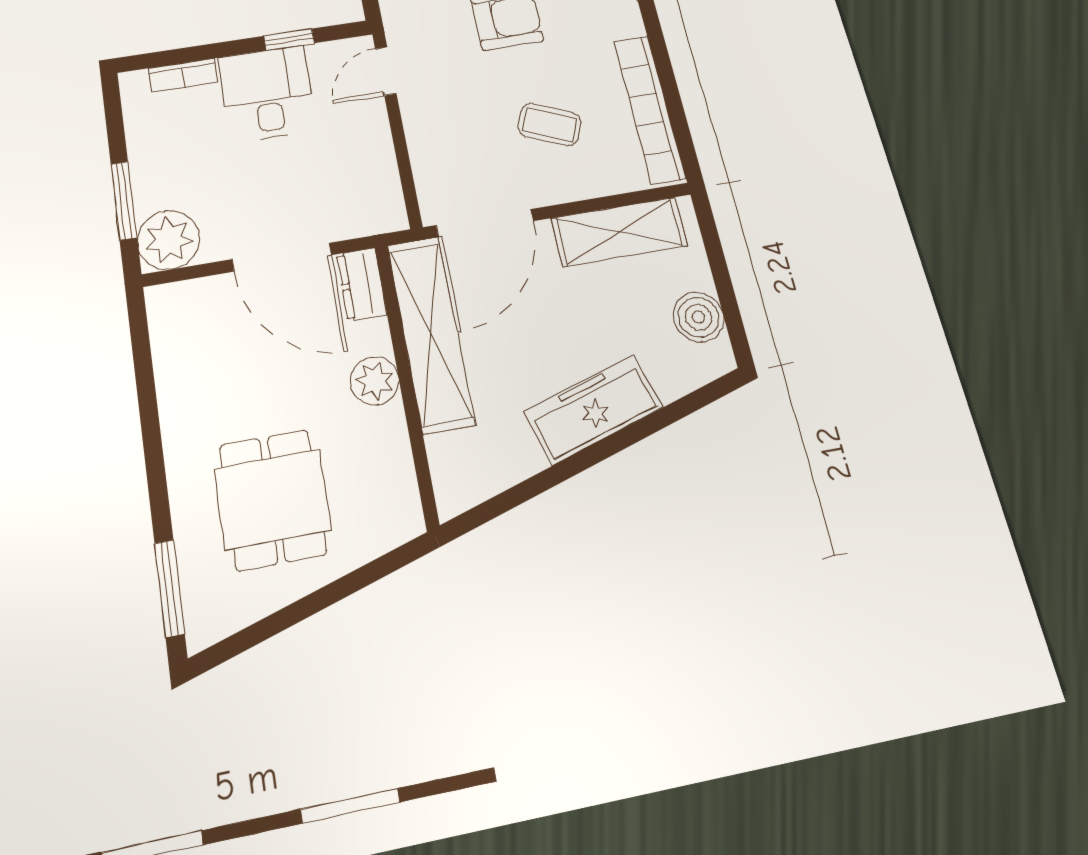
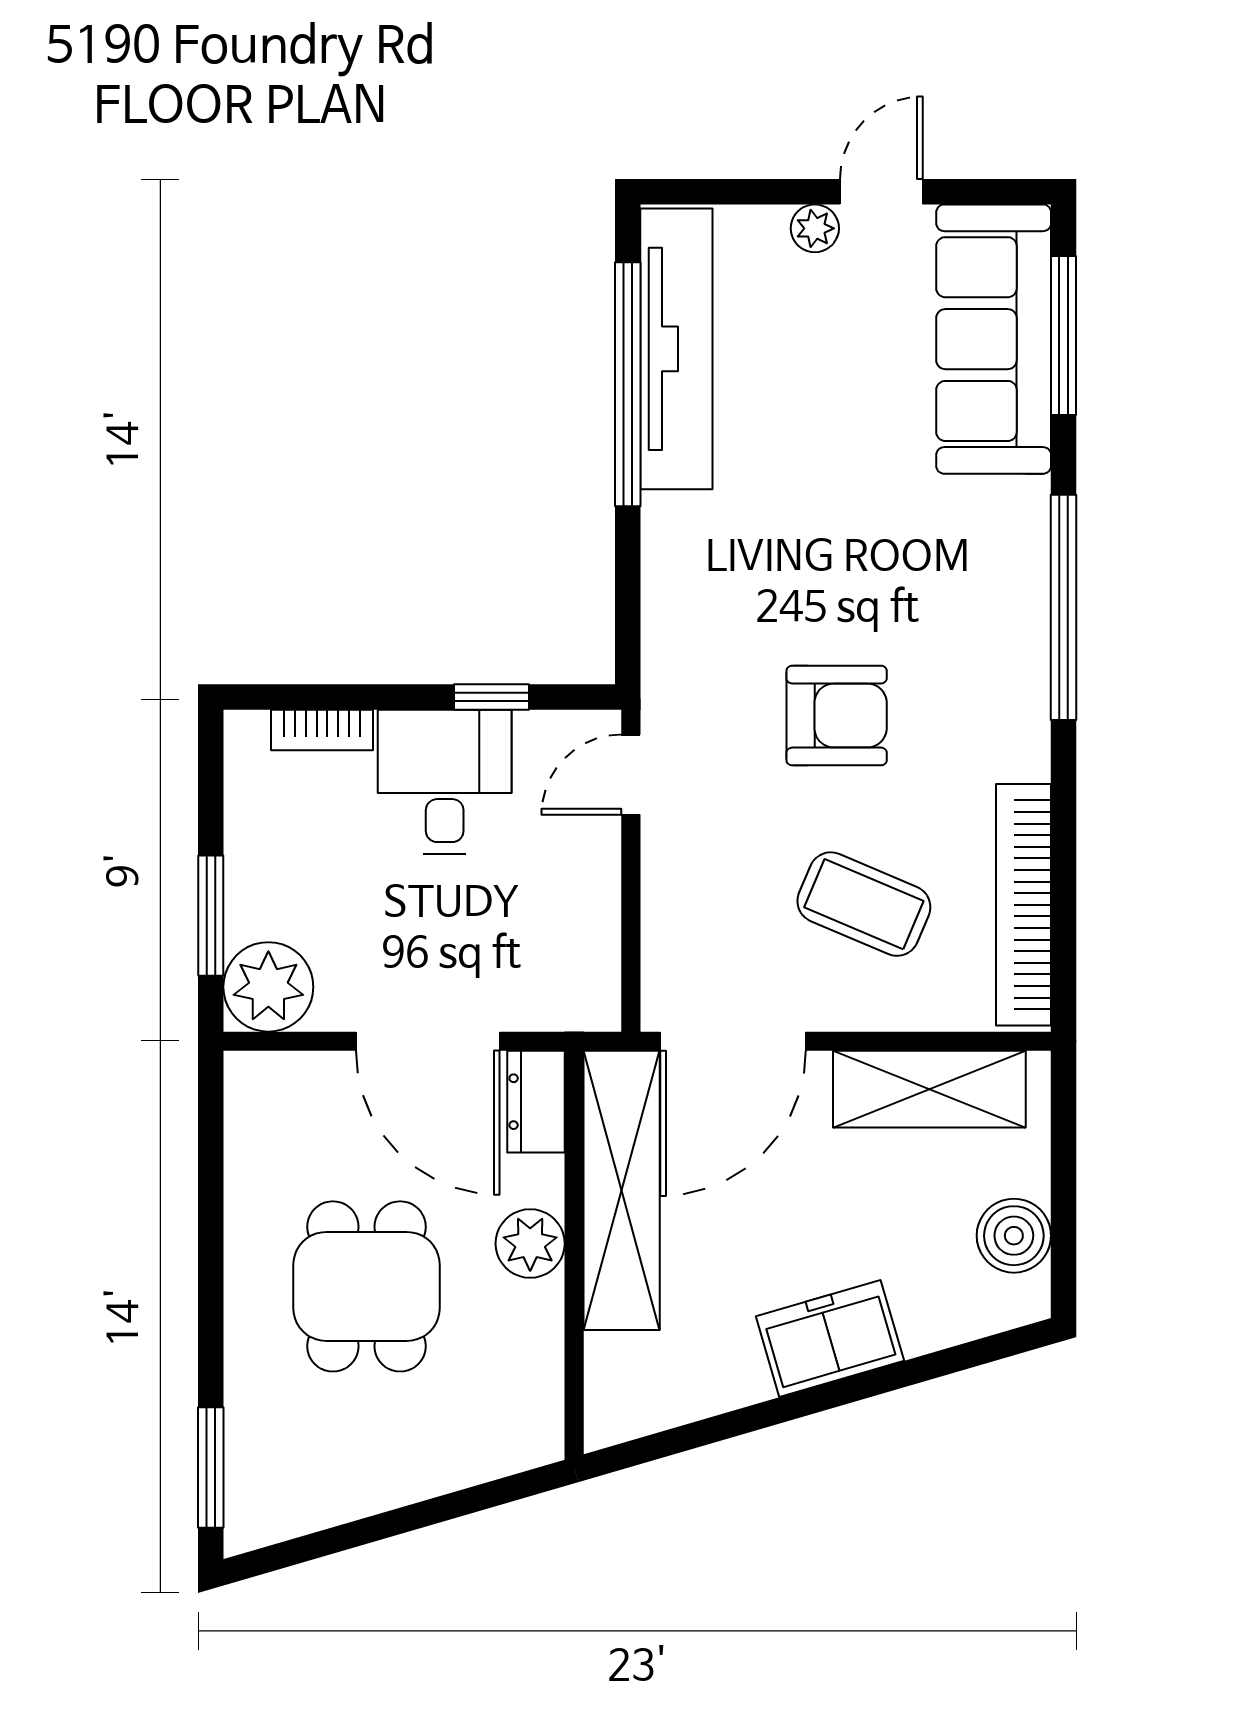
coffee table: (550, 125) -> (864, 904), width x1.36, depth x1.30
freezer: (594, 409) -> (830, 1339), width x0.71
dining table: (272, 499) -> (367, 1286), moved

